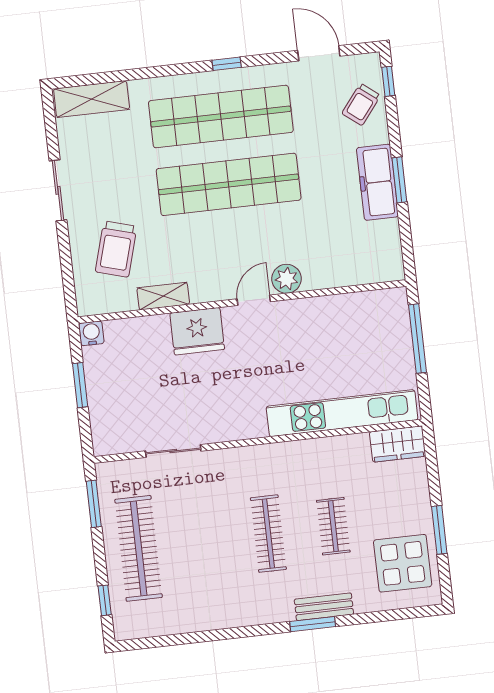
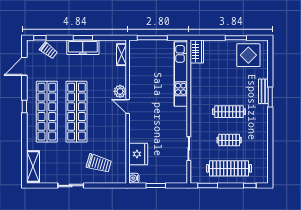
shelving: (163, 296) -> (121, 55), moved
fridge: (197, 331) -> (138, 154), moved
clothes rail: (333, 526) -> (229, 140), moved

